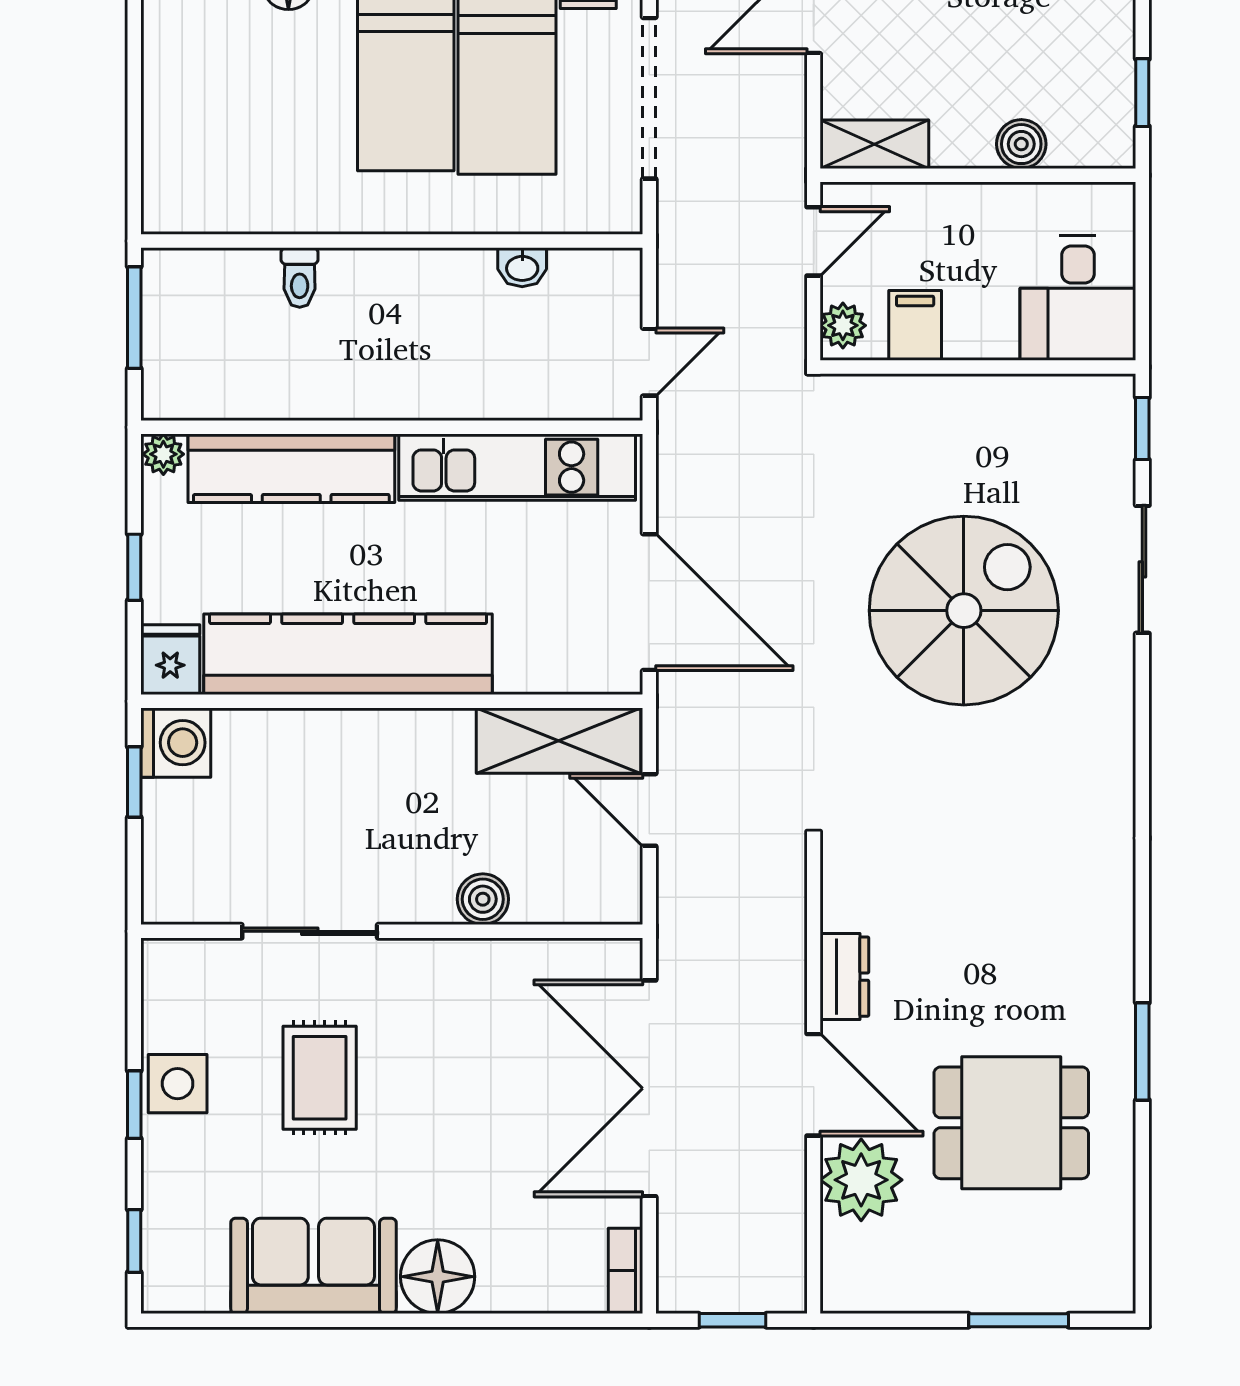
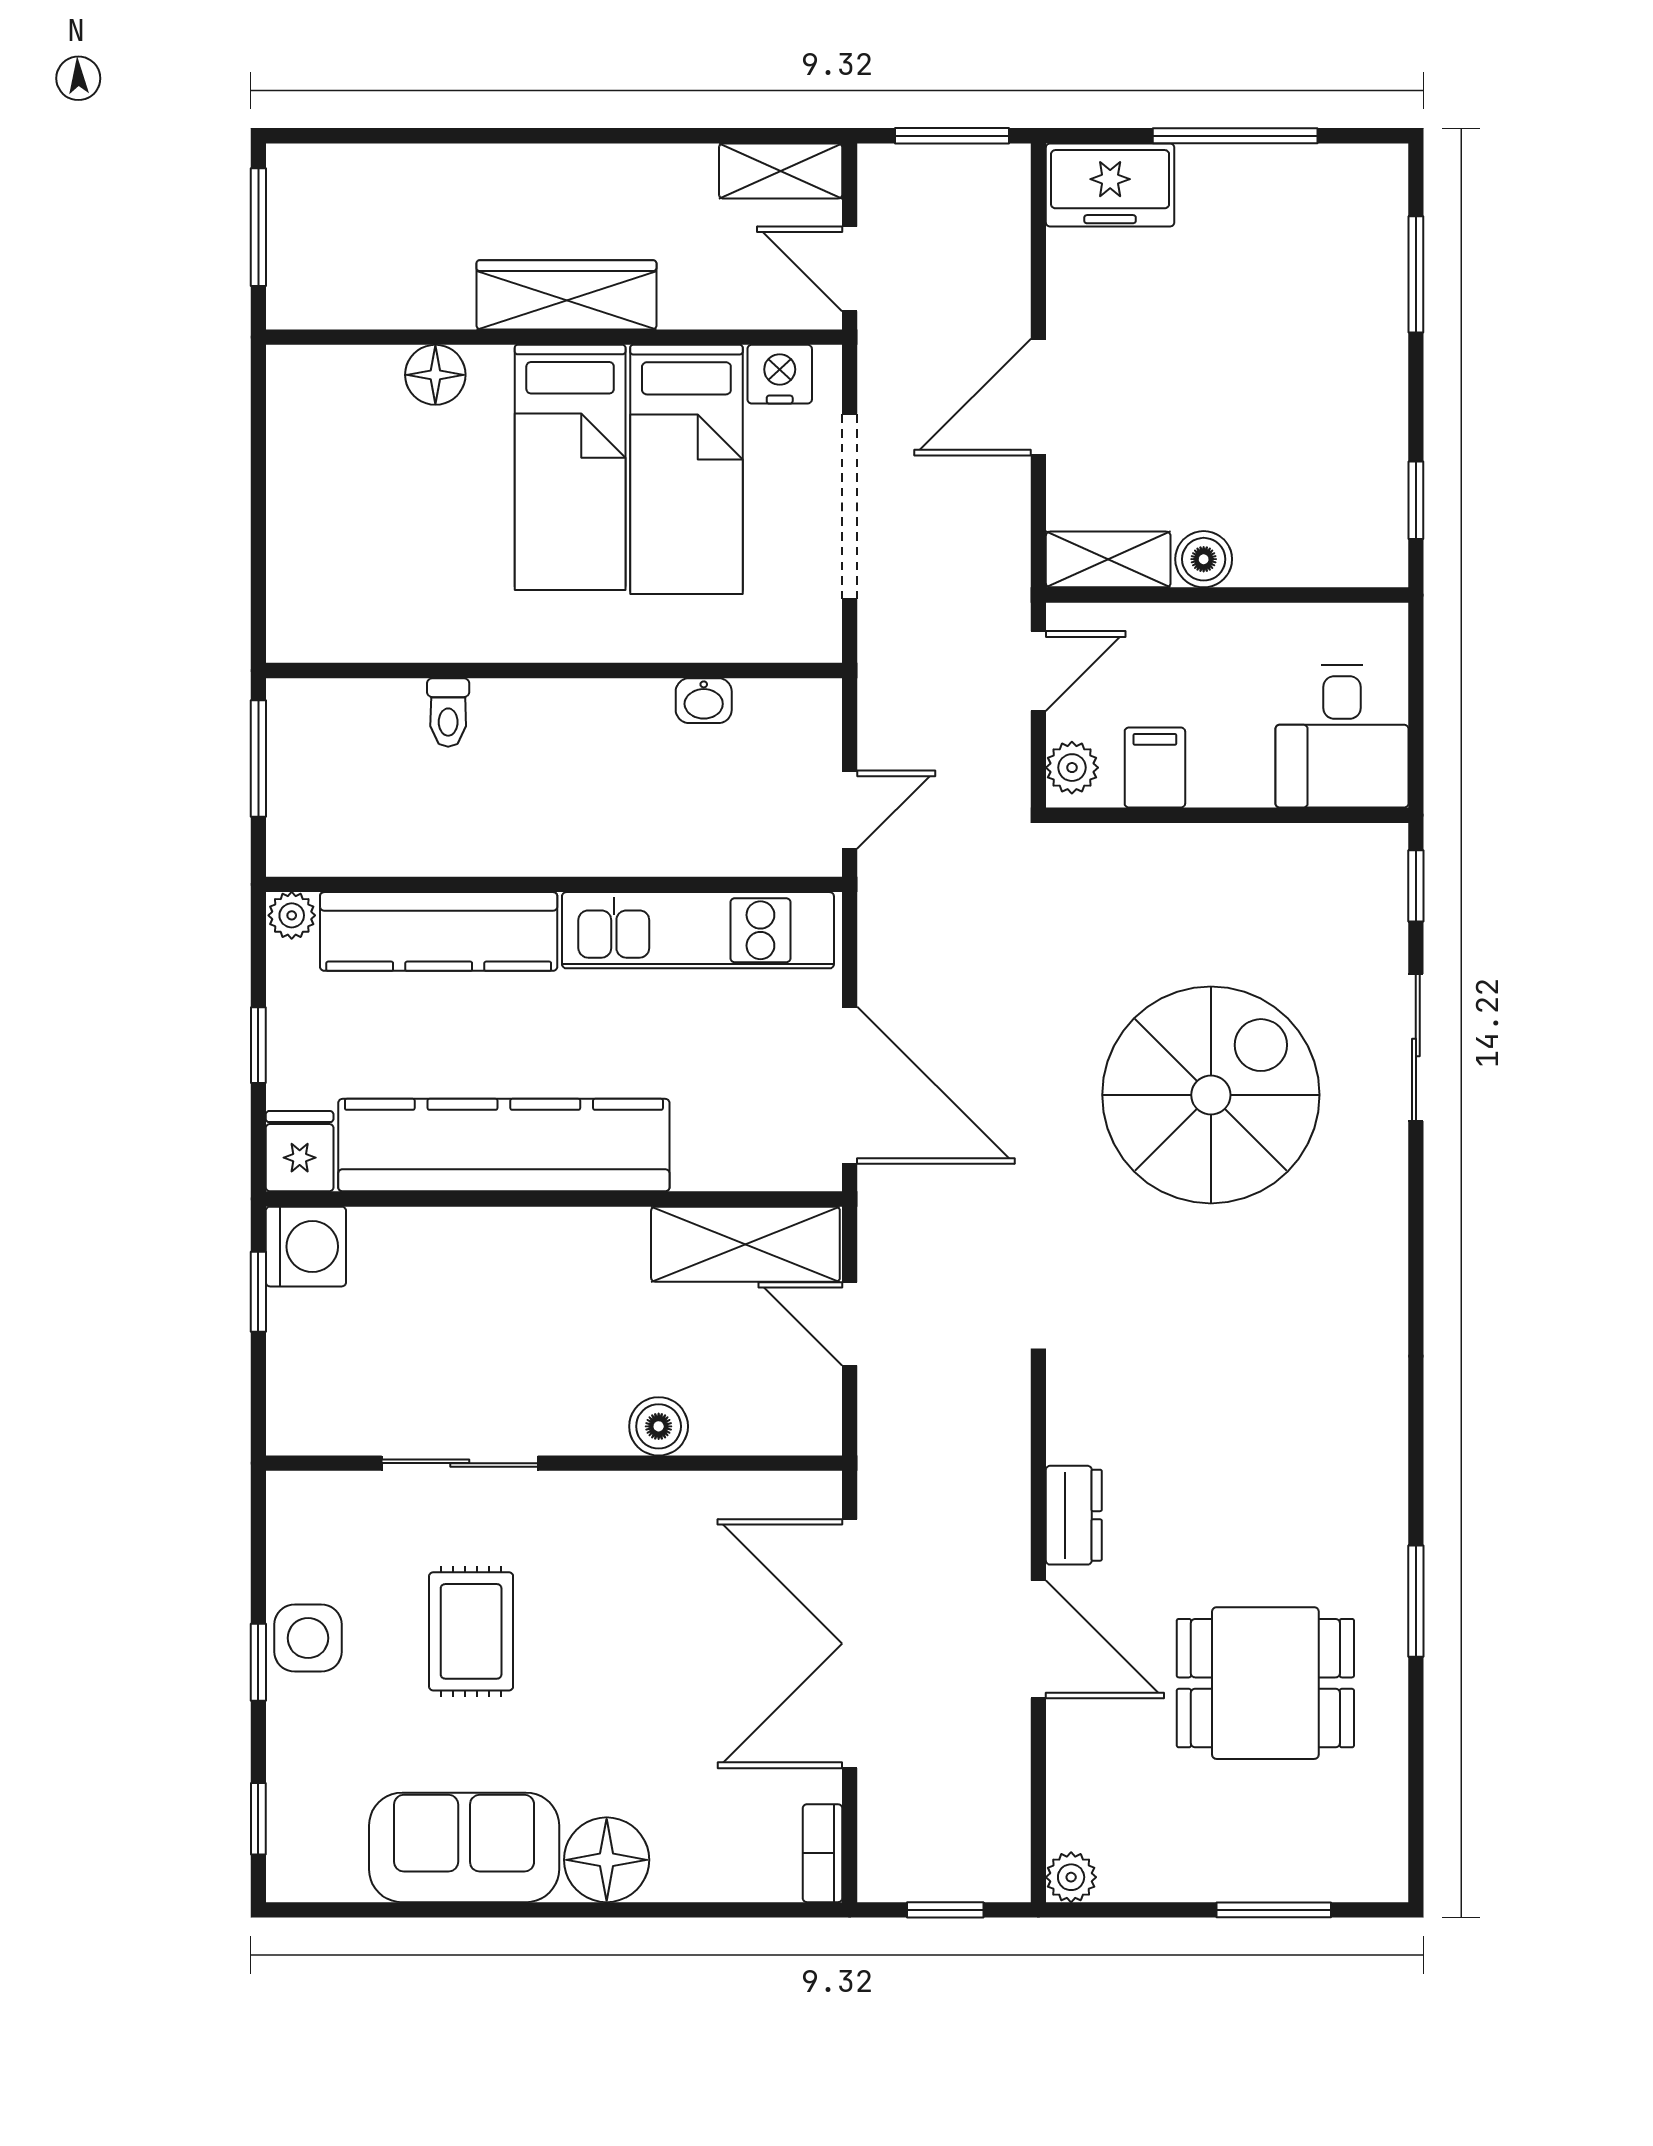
boiler: (1021, 144) -> (1204, 559), moved
plant: (861, 1180) -> (1071, 1877), moved, width x0.53, depth x0.53

